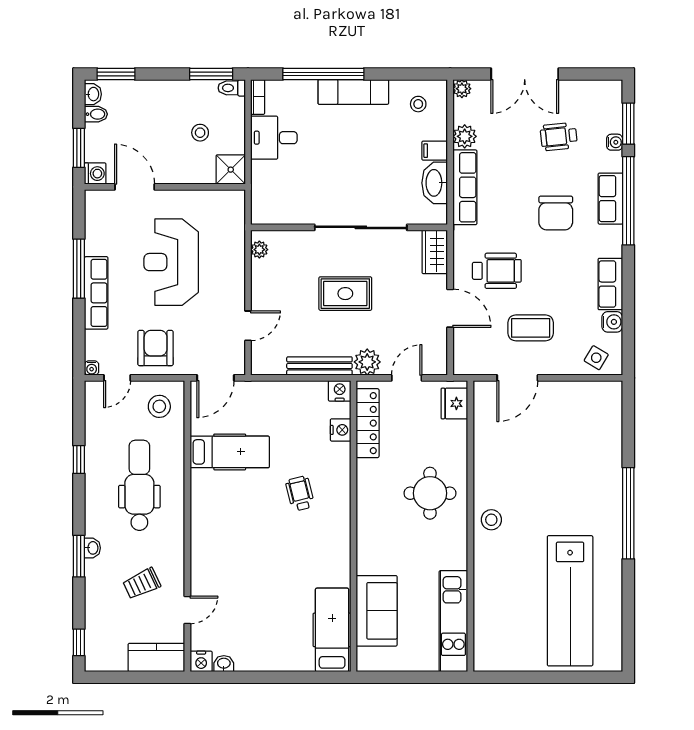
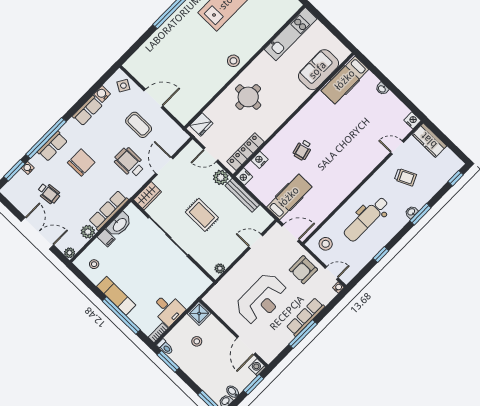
door: (517, 378) -> (153, 98), moved
hospital bed: (230, 452) -> (289, 197), moved, turned 90
washbasin: (224, 664) -> (382, 89), moved

